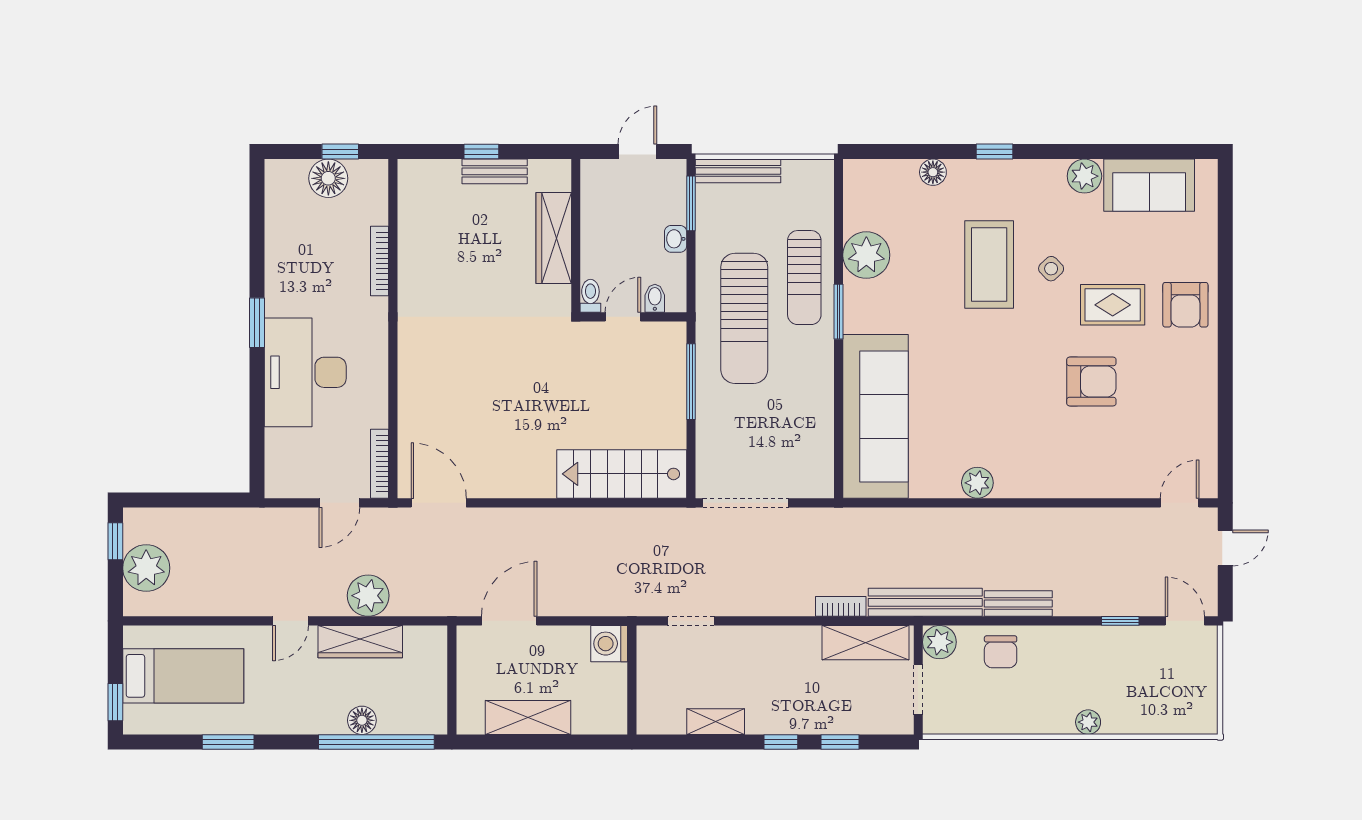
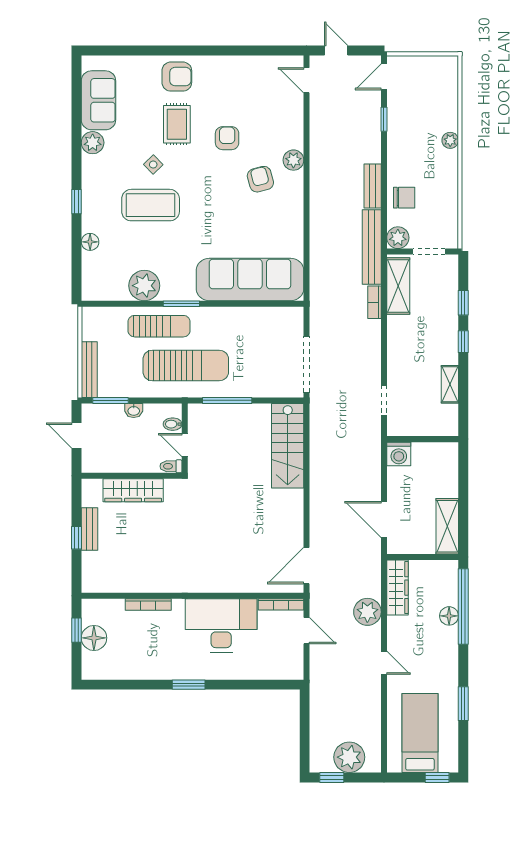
desk: (305, 372) -> (221, 625), moved, turned 180
armchair: (1091, 381) -> (227, 138), width x0.72, depth x0.72
armchair: (1029, 432) -> (260, 179), added
plant: (977, 483) -> (293, 160), moved
wardrobe: (360, 642) -> (398, 588), moved
shelving: (528, 718) -> (447, 526), moved

